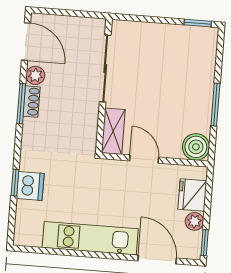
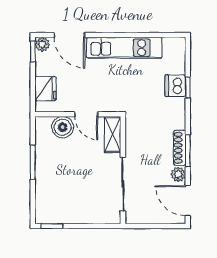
shoe rack: (32, 102) -> (180, 148), width x1.43
boiler: (196, 147) -> (63, 127), moved
plant: (194, 221) -> (42, 44), moved

